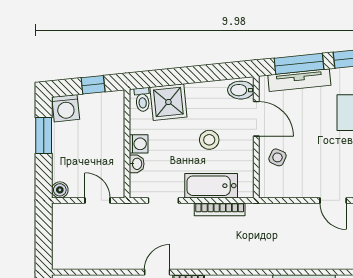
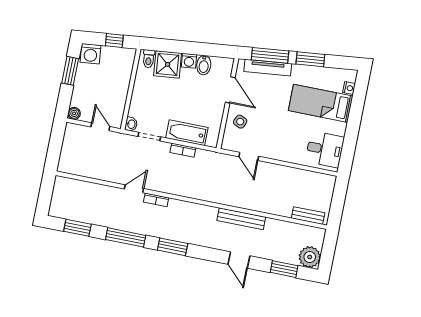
bidet: (241, 90) -> (204, 65), moved, turned -96
stool: (209, 140) -> (192, 98), removed
washing machine: (139, 144) -> (189, 61), moved, turned 84
washbasin: (137, 164) -> (131, 124), moved
door: (333, 200) -> (249, 156), moved
bookcase: (220, 209) -> (183, 150), width x0.64

